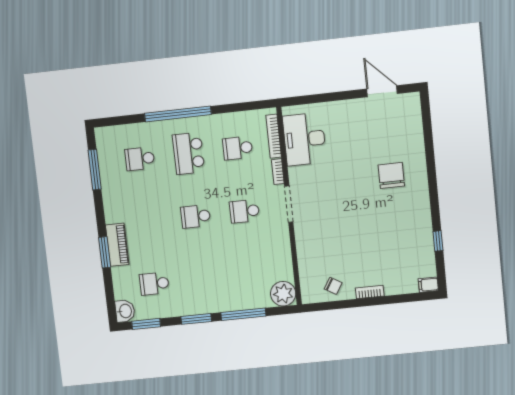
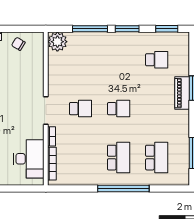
school desk: (238, 148) -> (80, 158), removed
school desk: (140, 159) -> (157, 158), width x1.85
washbasin: (125, 311) -> (182, 41), removed

